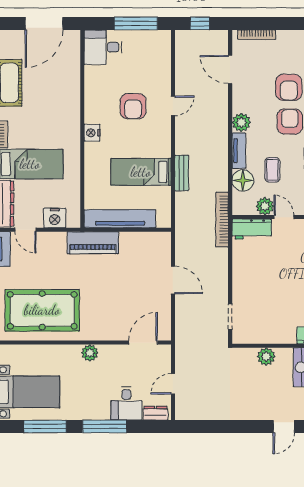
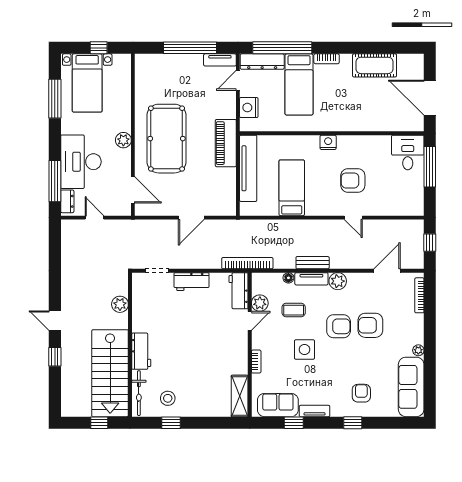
window: (136, 23) -> (430, 167), moved
bench: (182, 173) -> (313, 263), moved
floor lamp: (243, 180) -> (288, 278), width x0.53, depth x0.53
workbench: (242, 280) -> (192, 282), added
pool table: (42, 310) -> (166, 139), moved
desk: (126, 403) -> (81, 162), width x1.87, depth x1.30
window: (105, 426) -> (55, 181), moved

